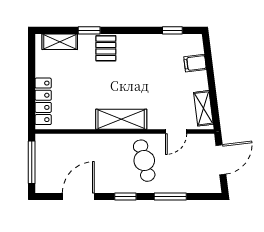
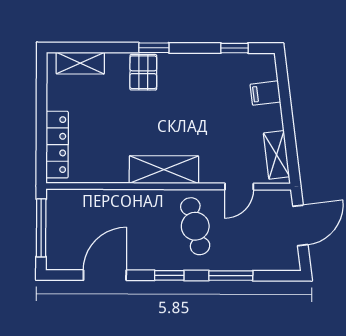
window: (89, 30) -> (154, 48), moved

